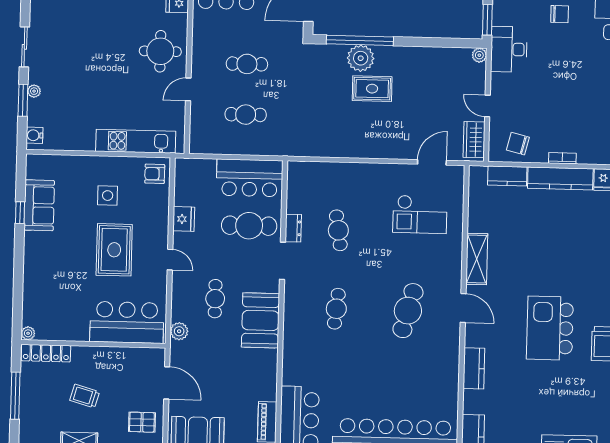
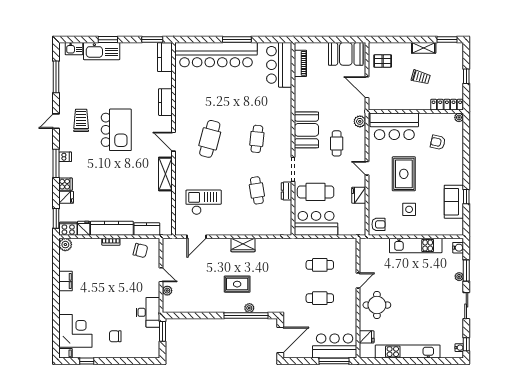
plant: (479, 55) -> (167, 291), moved
plant: (361, 58) -> (249, 308), width x0.53, depth x0.53
wardrobe: (474, 140) -> (243, 245), moved, turned 90
kitchen unit: (136, 141) -> (416, 245), moved
armchair: (61, 296) -> (438, 142), added
window: (15, 396) -> (466, 76), width x0.46

